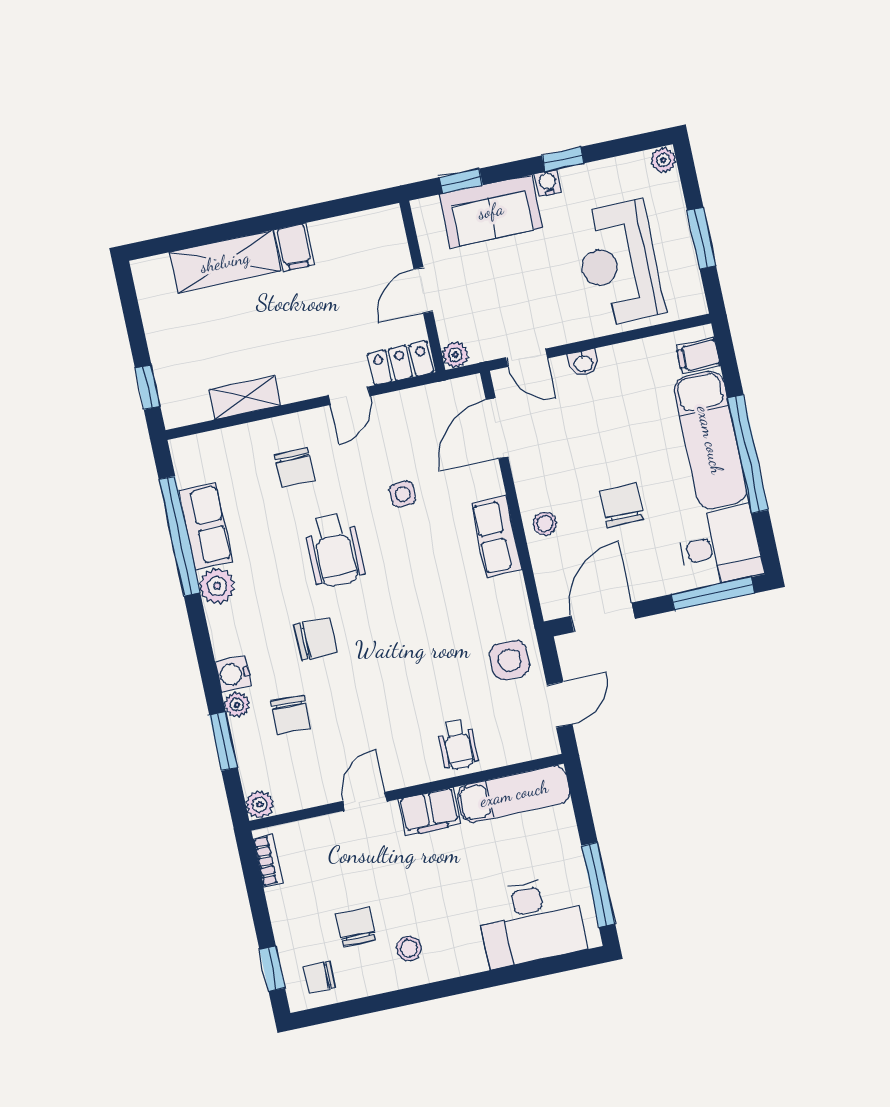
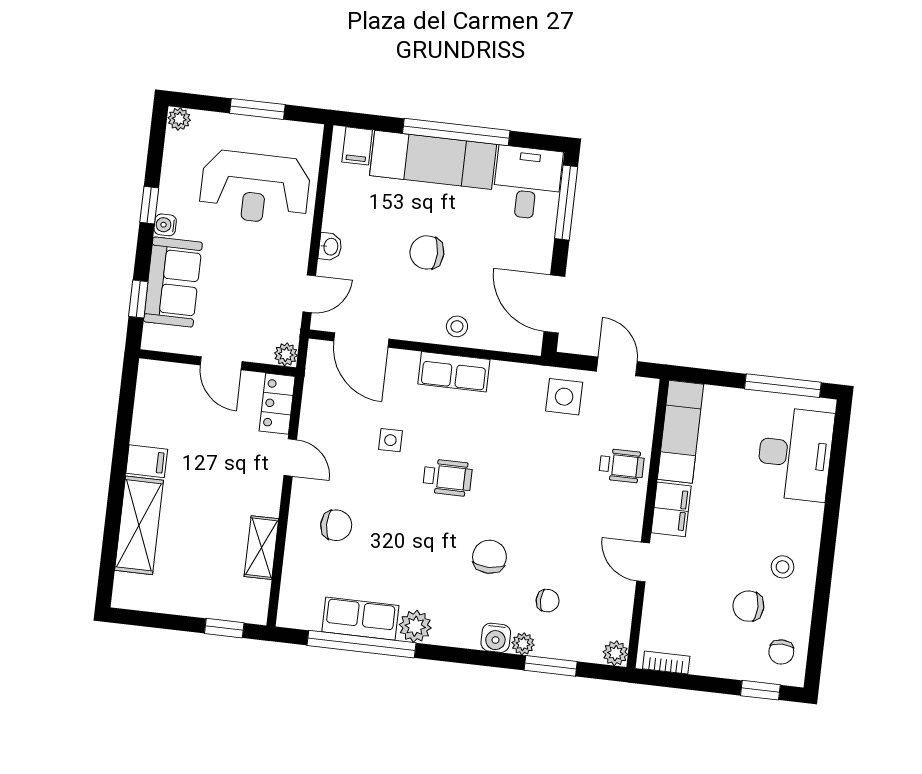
chair: (622, 505) -> (427, 252), moved
wheelchair: (335, 550) -> (448, 477), moved, width x0.73, depth x0.73
chair: (291, 715) -> (548, 601), width x0.73, depth x0.73

